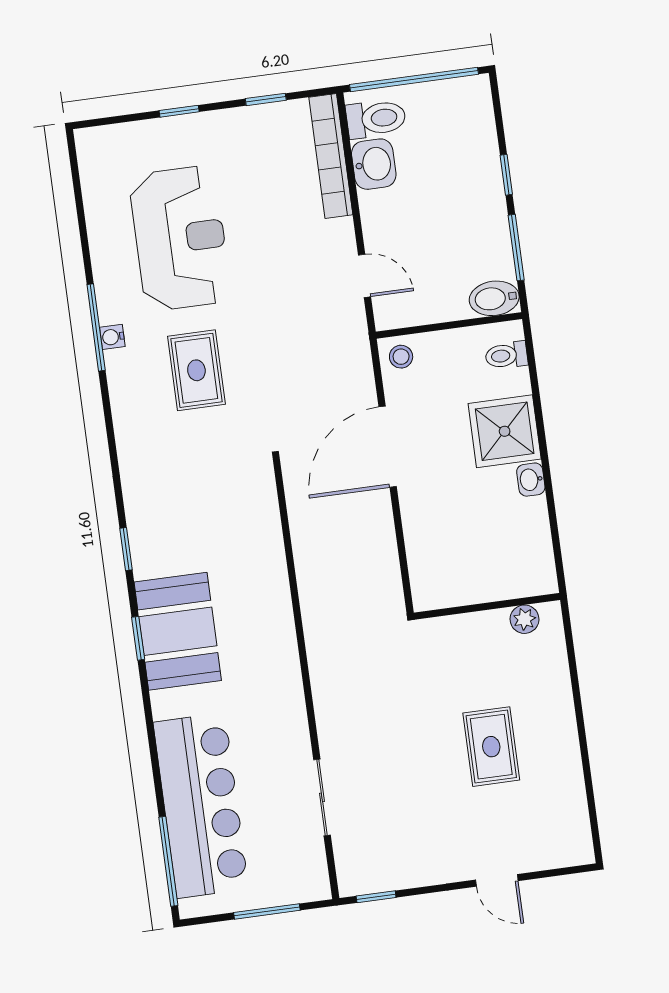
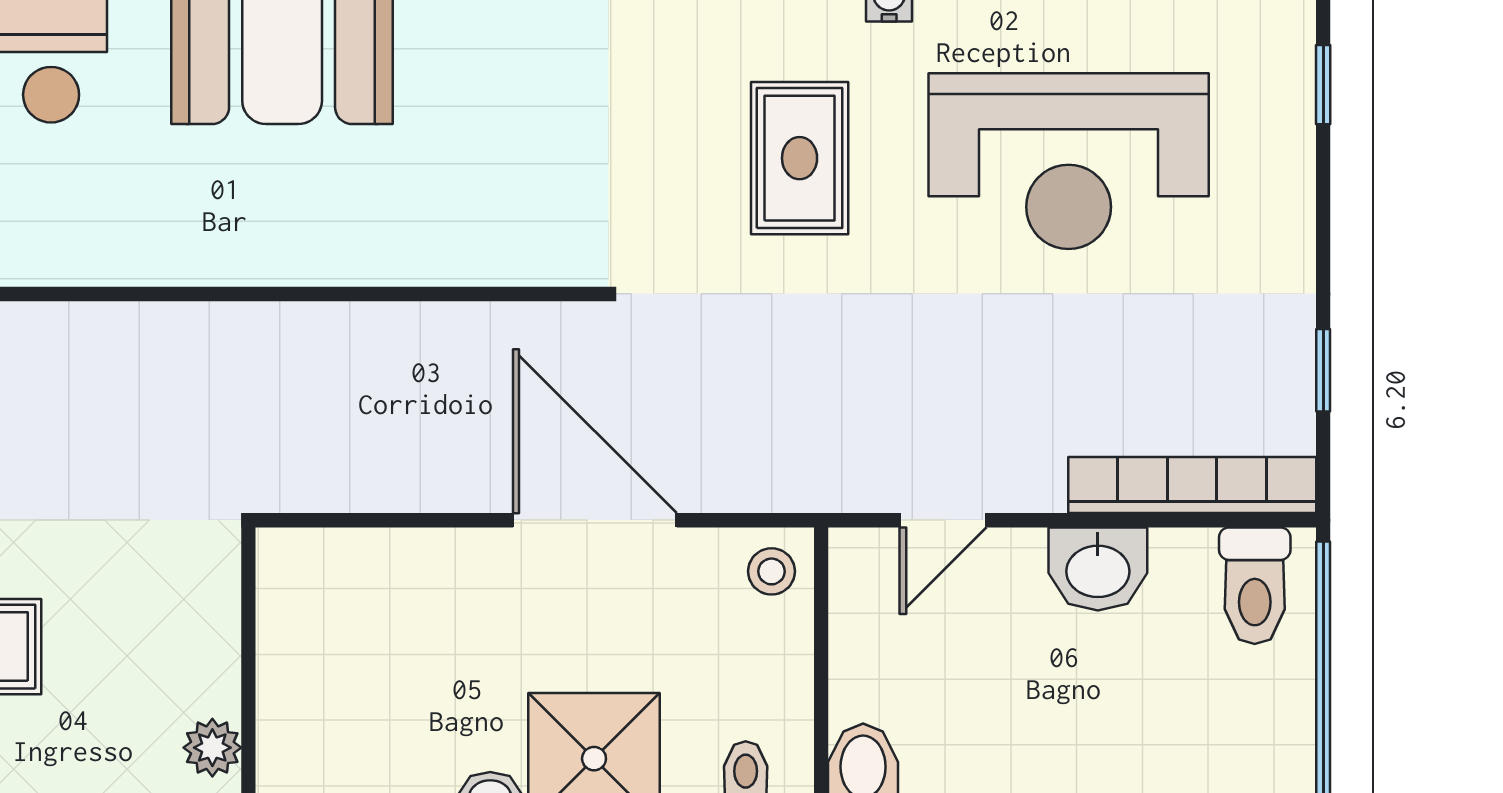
window: (179, 111) -> (1323, 85), moved
washbasin: (374, 164) -> (1098, 569), moved
rug: (196, 370) -> (800, 158), turned 90

